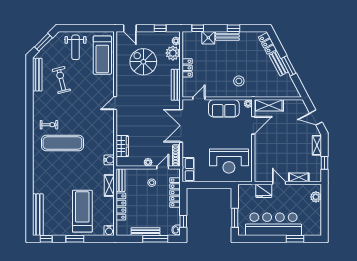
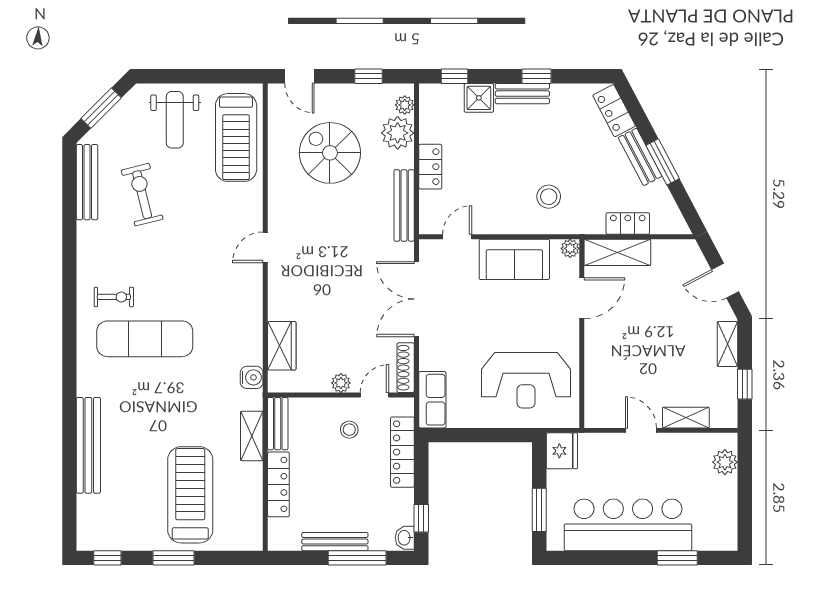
locker: (273, 93) -> (628, 223), added
fridge: (264, 191) -> (562, 451), moved, turned -90
bench: (38, 215) -> (88, 445), moved
water cooler: (109, 231) -> (251, 539), removed

